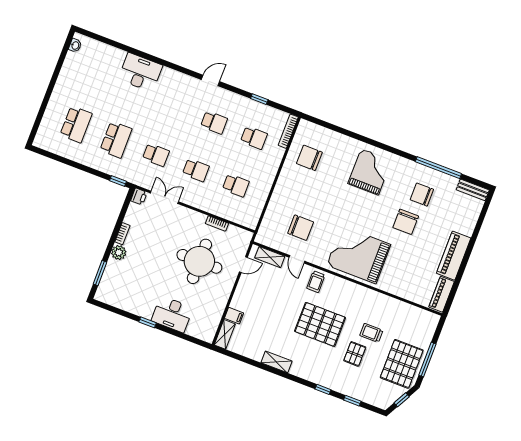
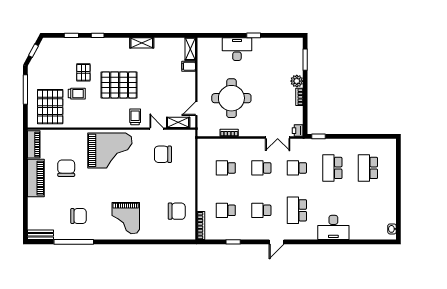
school desk: (174, 107) -> (297, 210), added
chair: (406, 222) -> (66, 168), moved
pallet: (402, 364) -> (50, 107), moved

